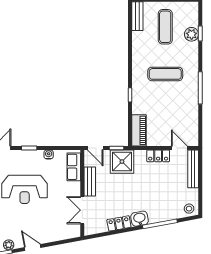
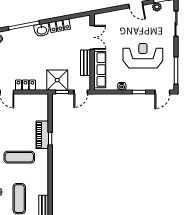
piano: (139, 130) -> (42, 135), moved
door: (95, 148) -> (81, 92), swing flipped
row of seats: (74, 167) -> (100, 70), width x1.48

